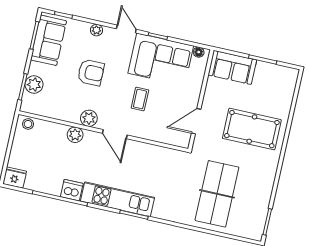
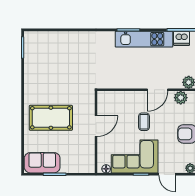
sofa: (232, 67) -> (42, 163), moved
door: (196, 121) -> (96, 126), moved
door: (115, 134) -> (158, 90), swing flipped
table tennis table: (217, 194) -> (67, 61), removed

